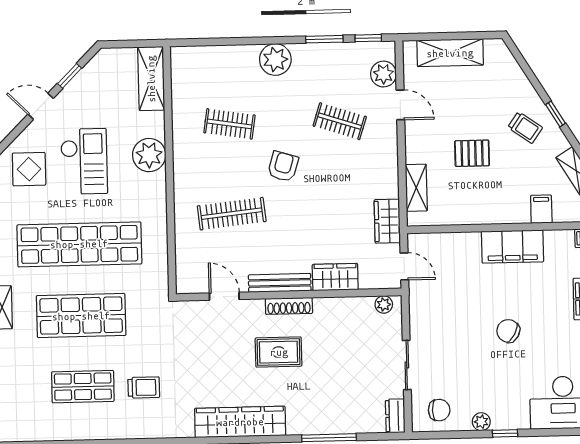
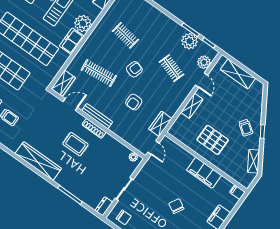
plant: (275, 60) -> (190, 41), moved
pallet: (472, 153) -> (213, 140), moved, width x1.50, depth x1.42
shelving: (416, 188) -> (192, 106), moved
freezer: (152, 196) -> (72, 41), added
filing cabinet: (541, 209) -> (227, 166), removed
armchair: (320, 218) -> (134, 102), added
wardrobe: (335, 277) -> (63, 83), moved, turned 90
door: (224, 296) -> (70, 105), hinge flipped

